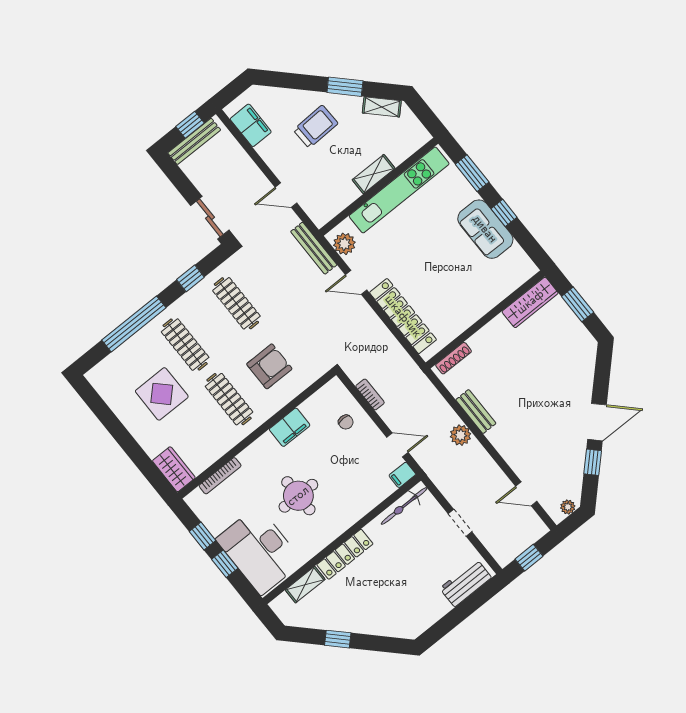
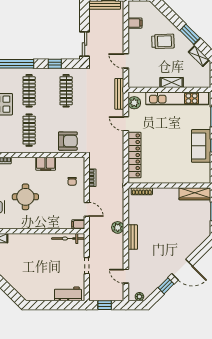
filing cabinet: (251, 125) -> (135, 23), width x0.50
armchair: (269, 366) -> (68, 141), moved
bench: (476, 412) -> (133, 237), moved
locker: (345, 554) -> (25, 239), removed

